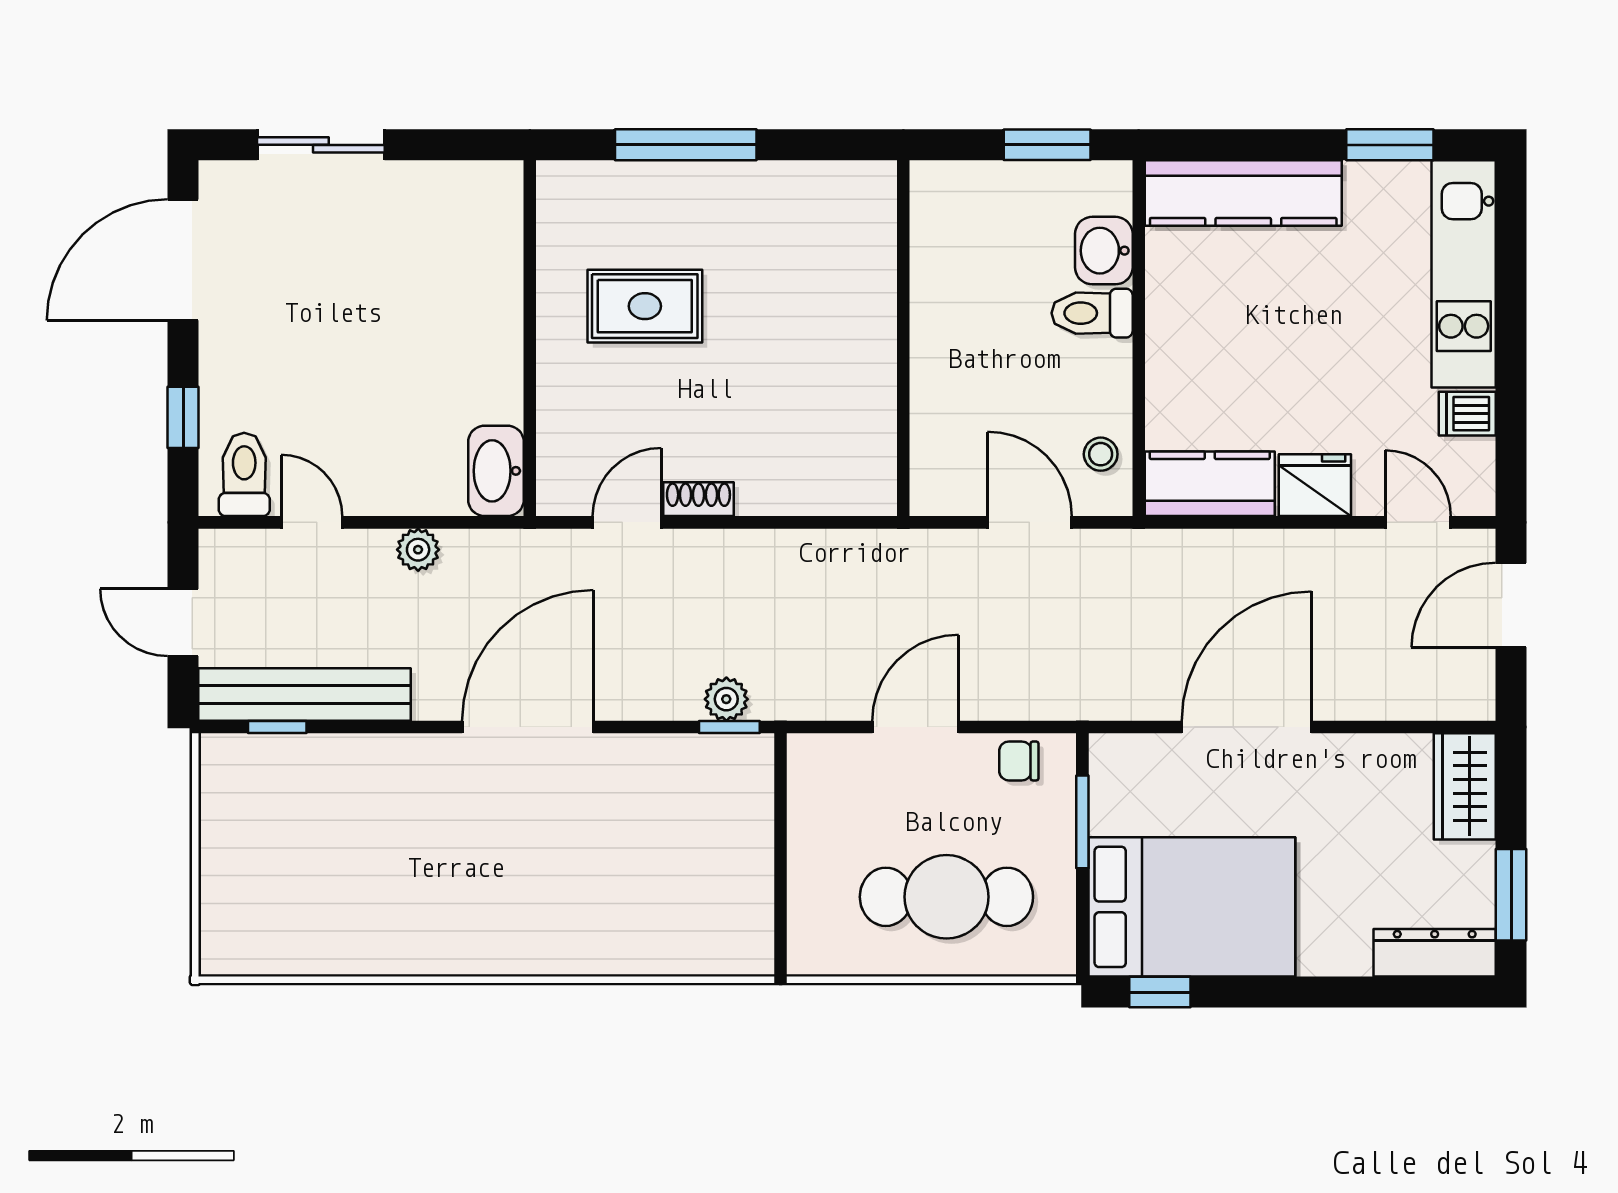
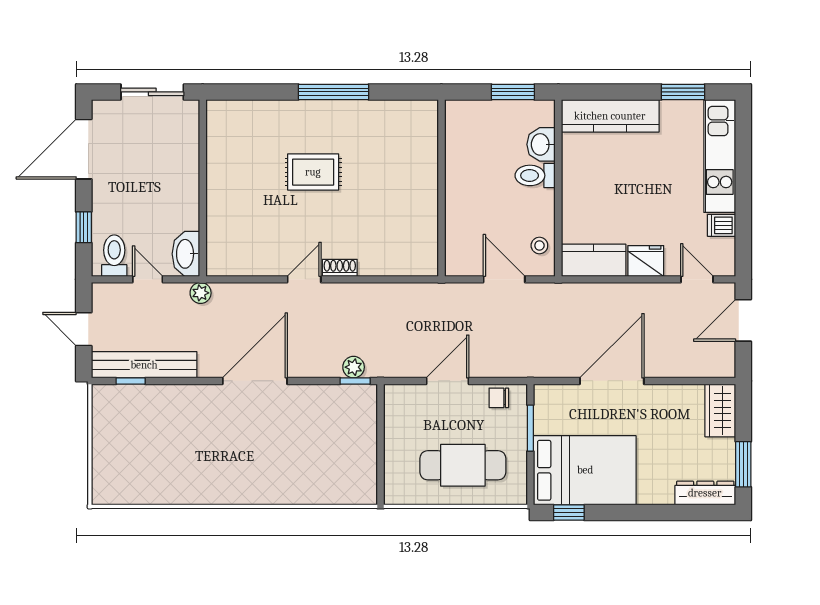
wall: (530, 338) -> (203, 188), moved
washbasin: (496, 471) -> (186, 254), moved

